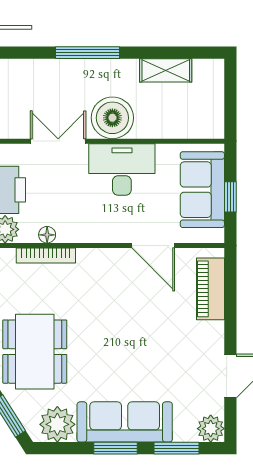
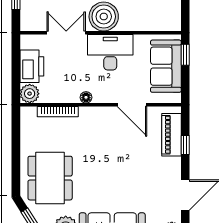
window: (230, 197) -> (185, 55), moved
floor lamp: (47, 235) -> (86, 97), moved
window: (230, 304) -> (185, 145), added

